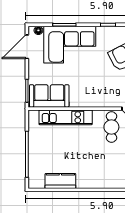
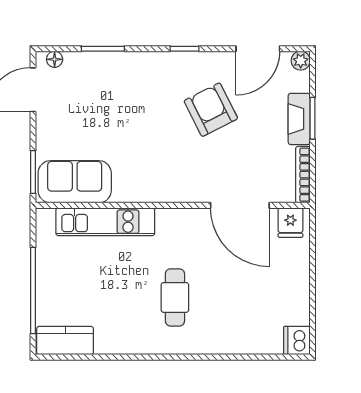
corner sofa: (70, 45) -> (113, 86), removed
cafe table: (111, 127) -> (175, 297), moved
kitchen counter: (60, 181) -> (65, 341), moved

